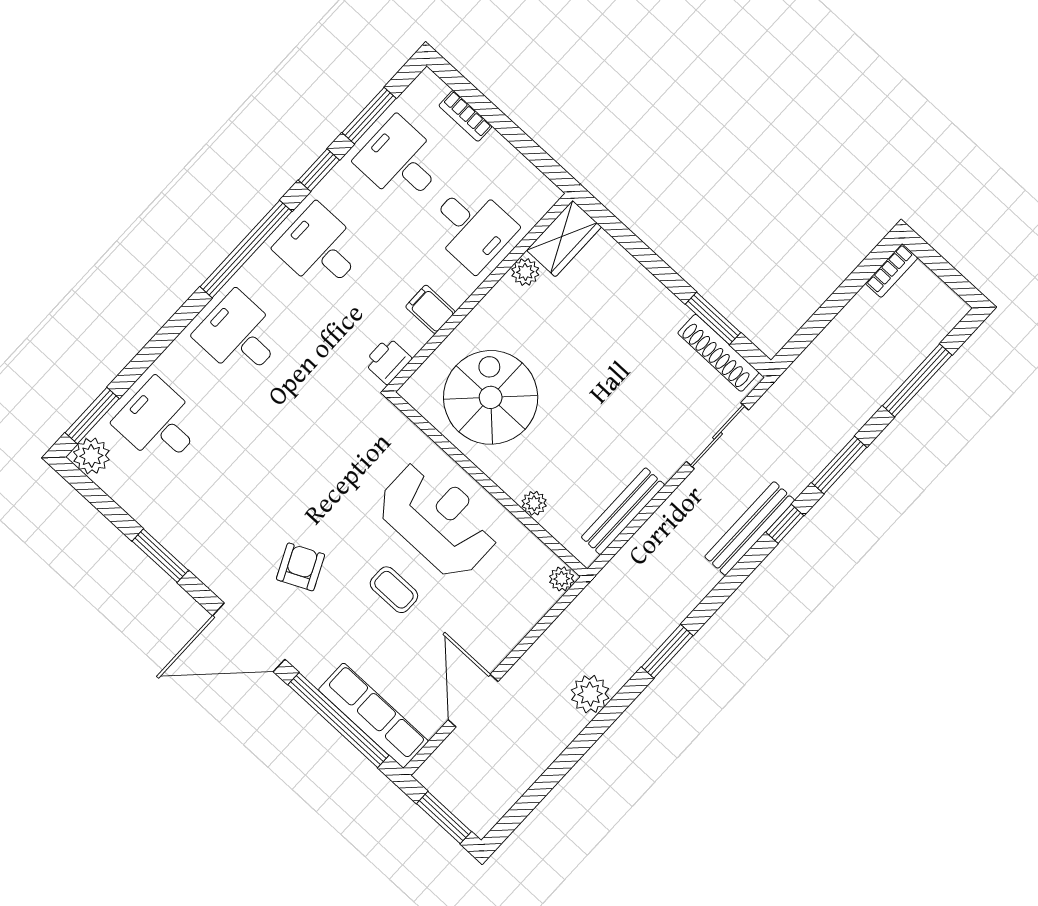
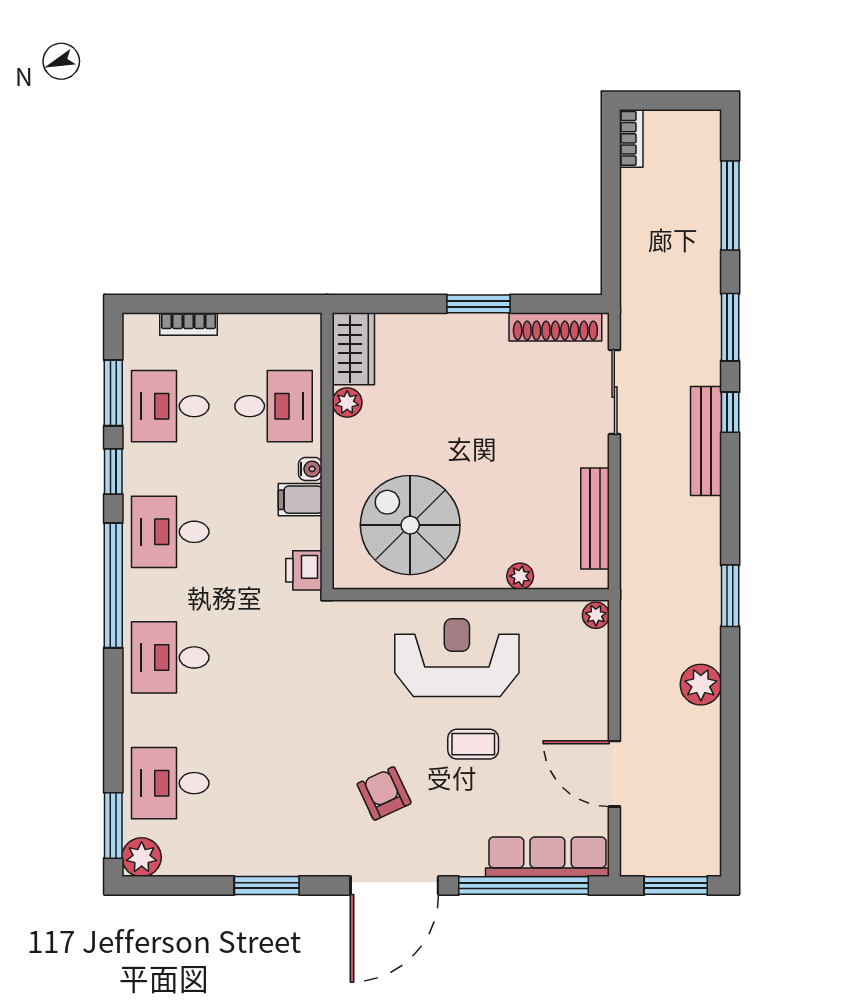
water cooler: (457, 294) -> (310, 469), added
window: (713, 318) -> (478, 304), moved

